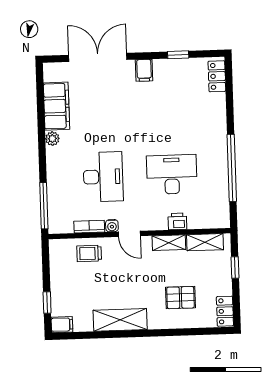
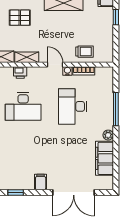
window: (44, 206) -> (116, 109), moved

